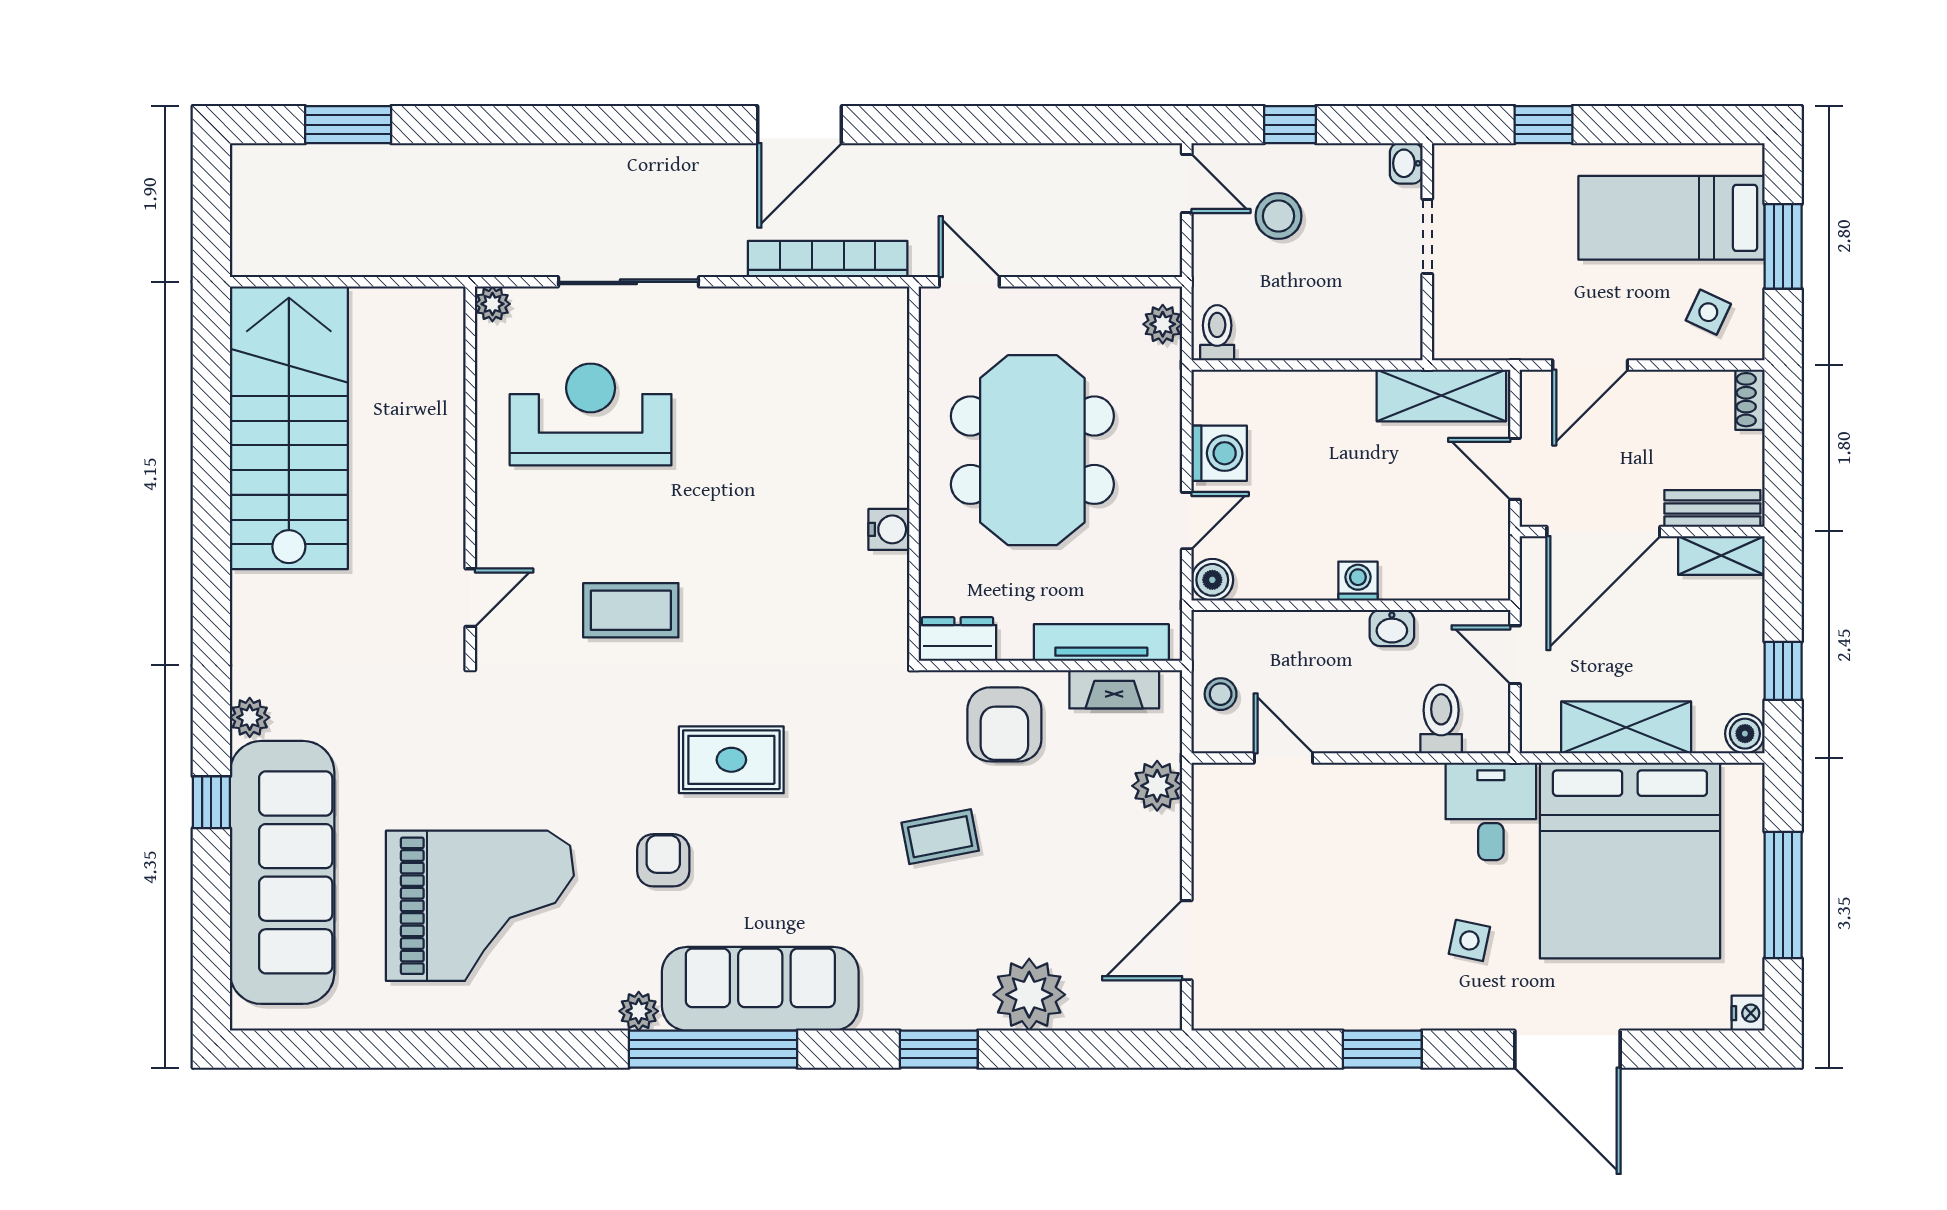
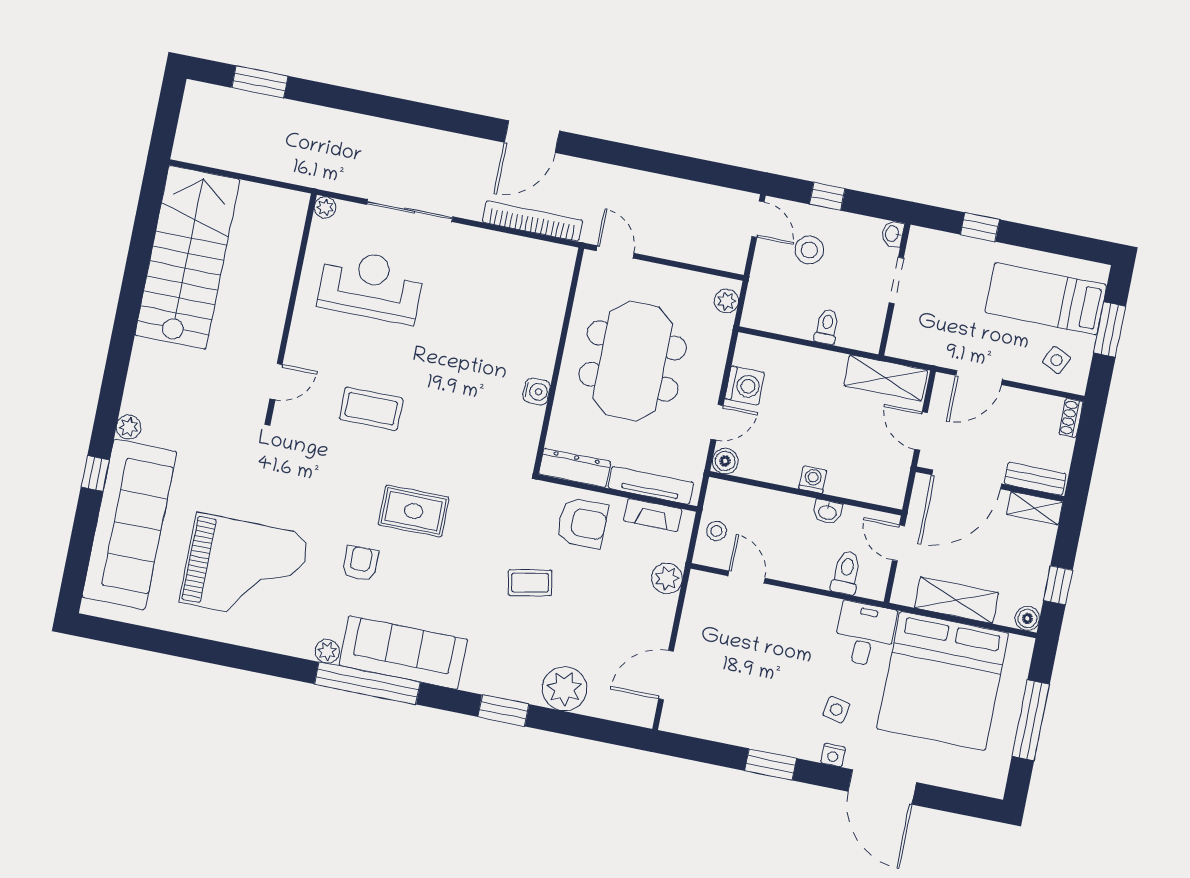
toilet: (1217, 333) -> (827, 327), moved
dresser: (957, 639) -> (575, 468), width x1.44
armchair: (1004, 724) -> (582, 523), turned -90
nightstand: (1748, 1013) -> (833, 755), moved, turned 90

